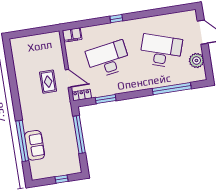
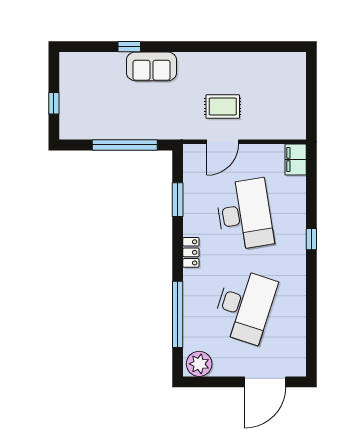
plant: (196, 60) -> (199, 364), moved
locker: (82, 95) -> (191, 252), moved
window: (22, 141) -> (129, 47), width x0.32
sofa: (35, 145) -> (152, 66), moved

